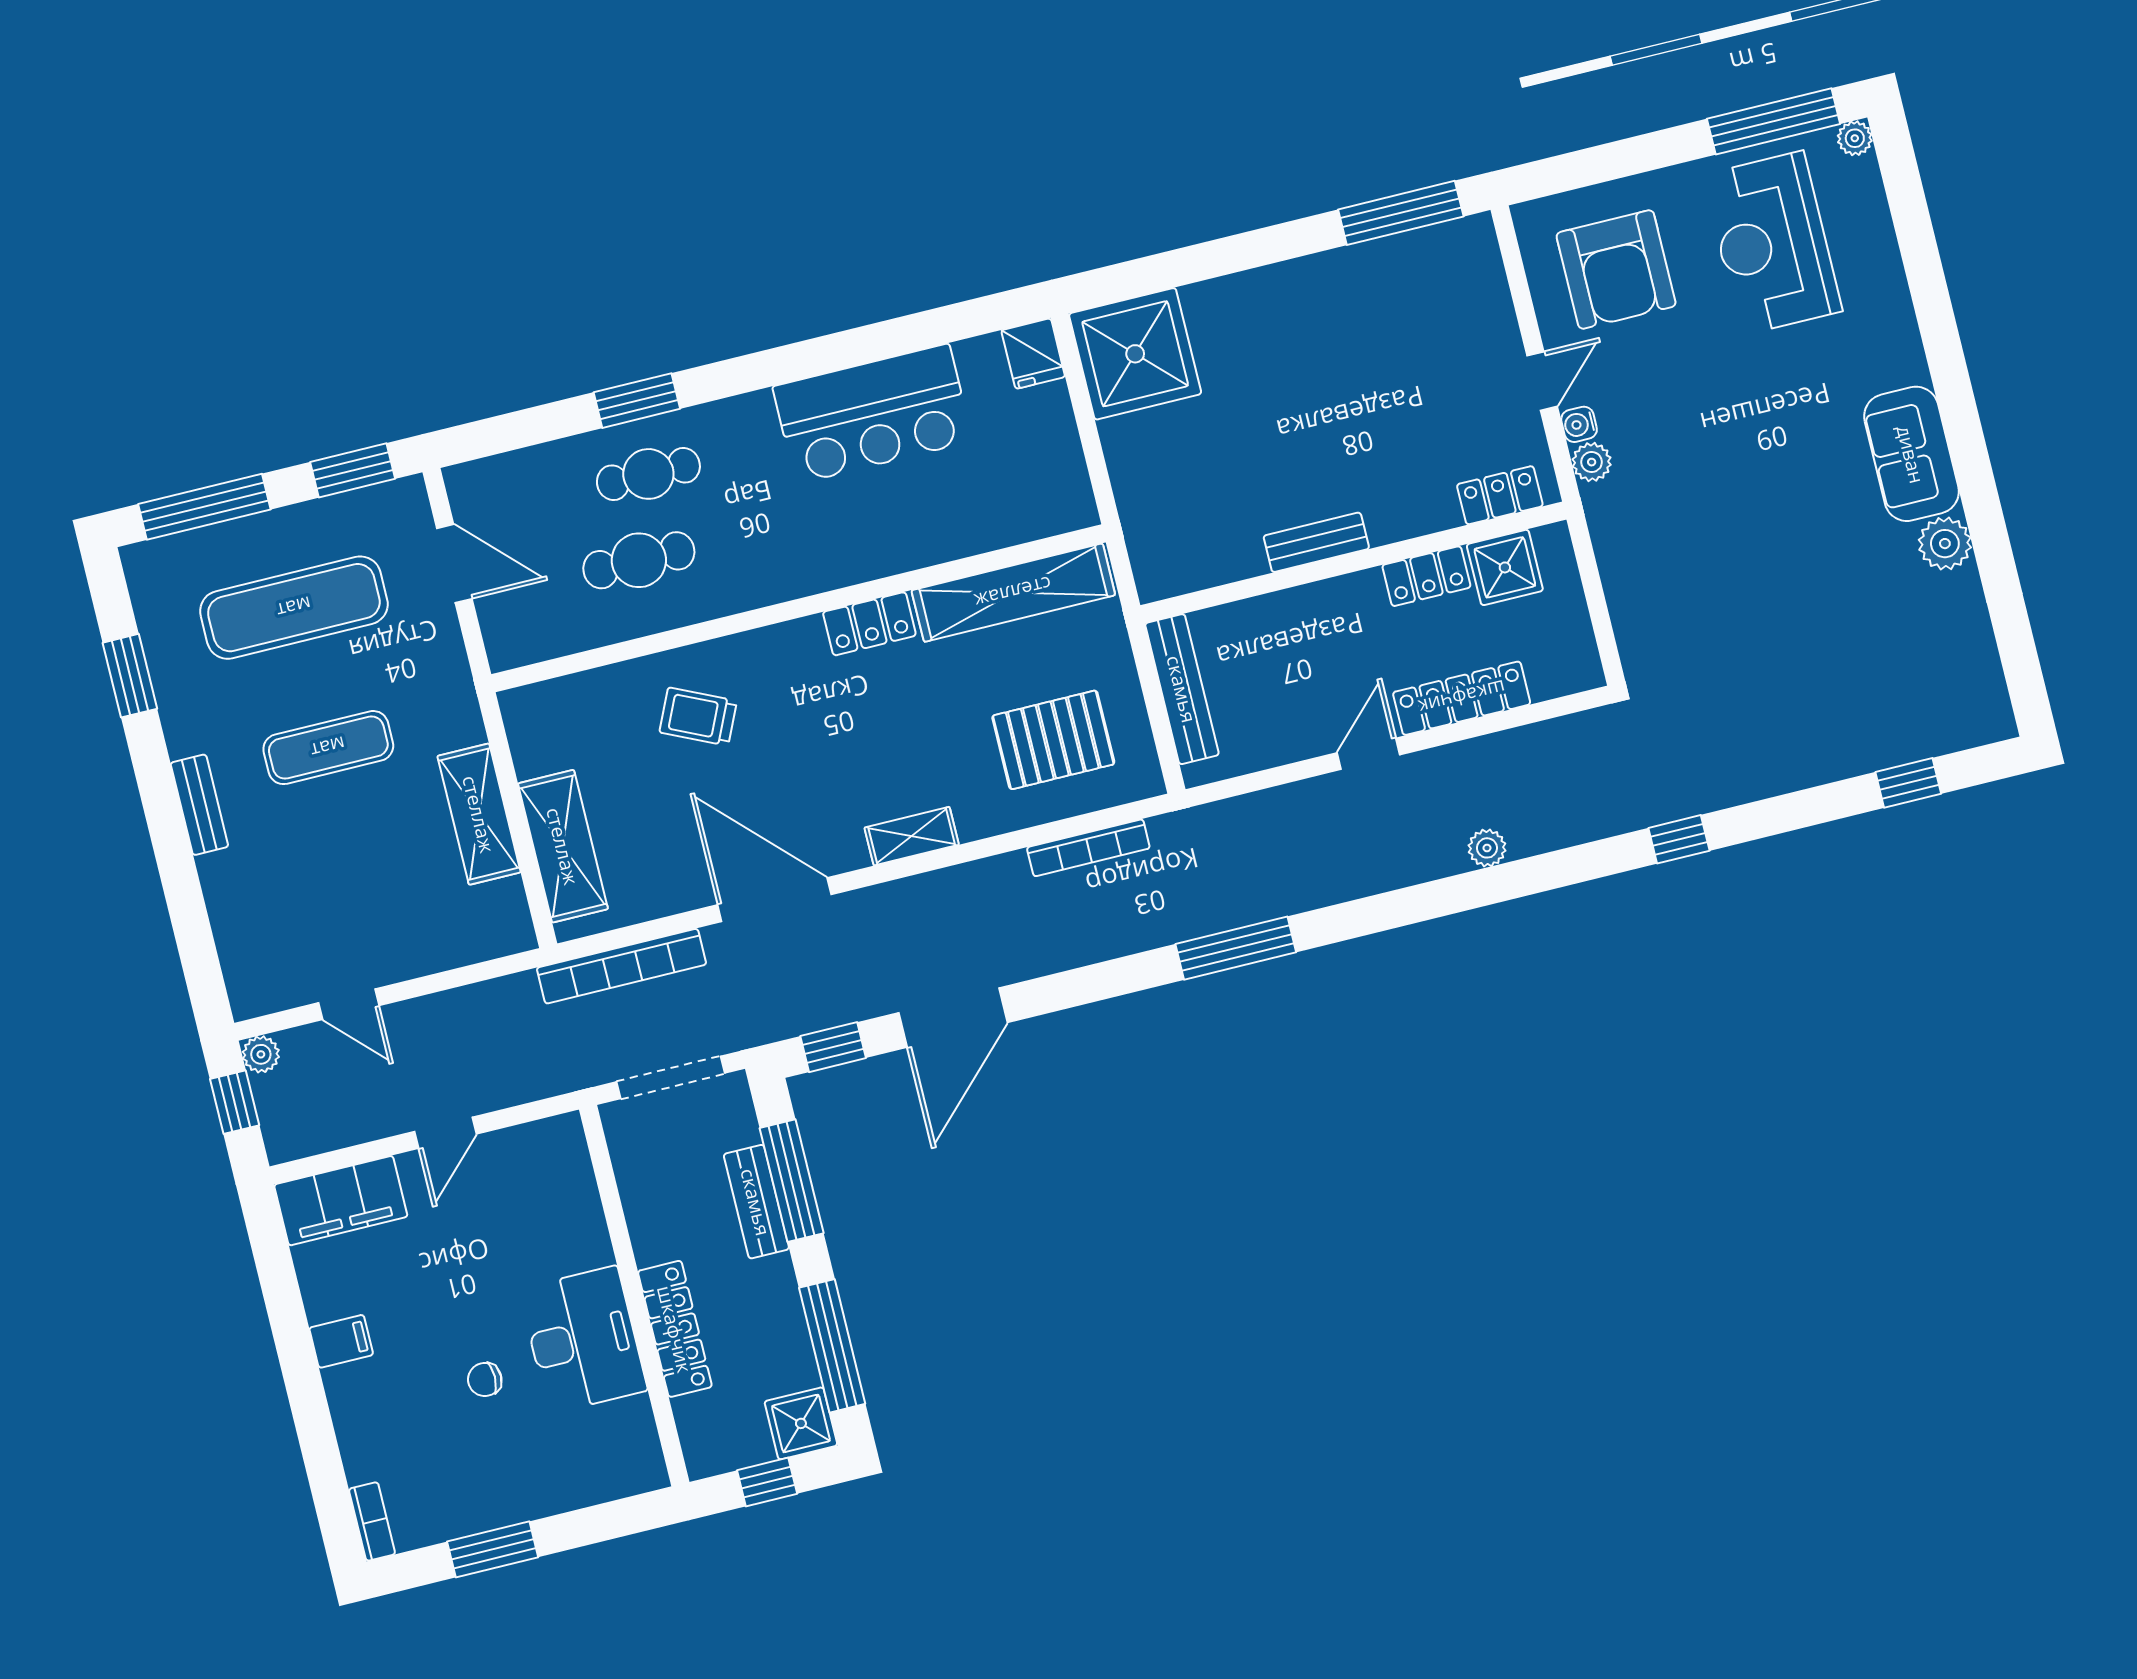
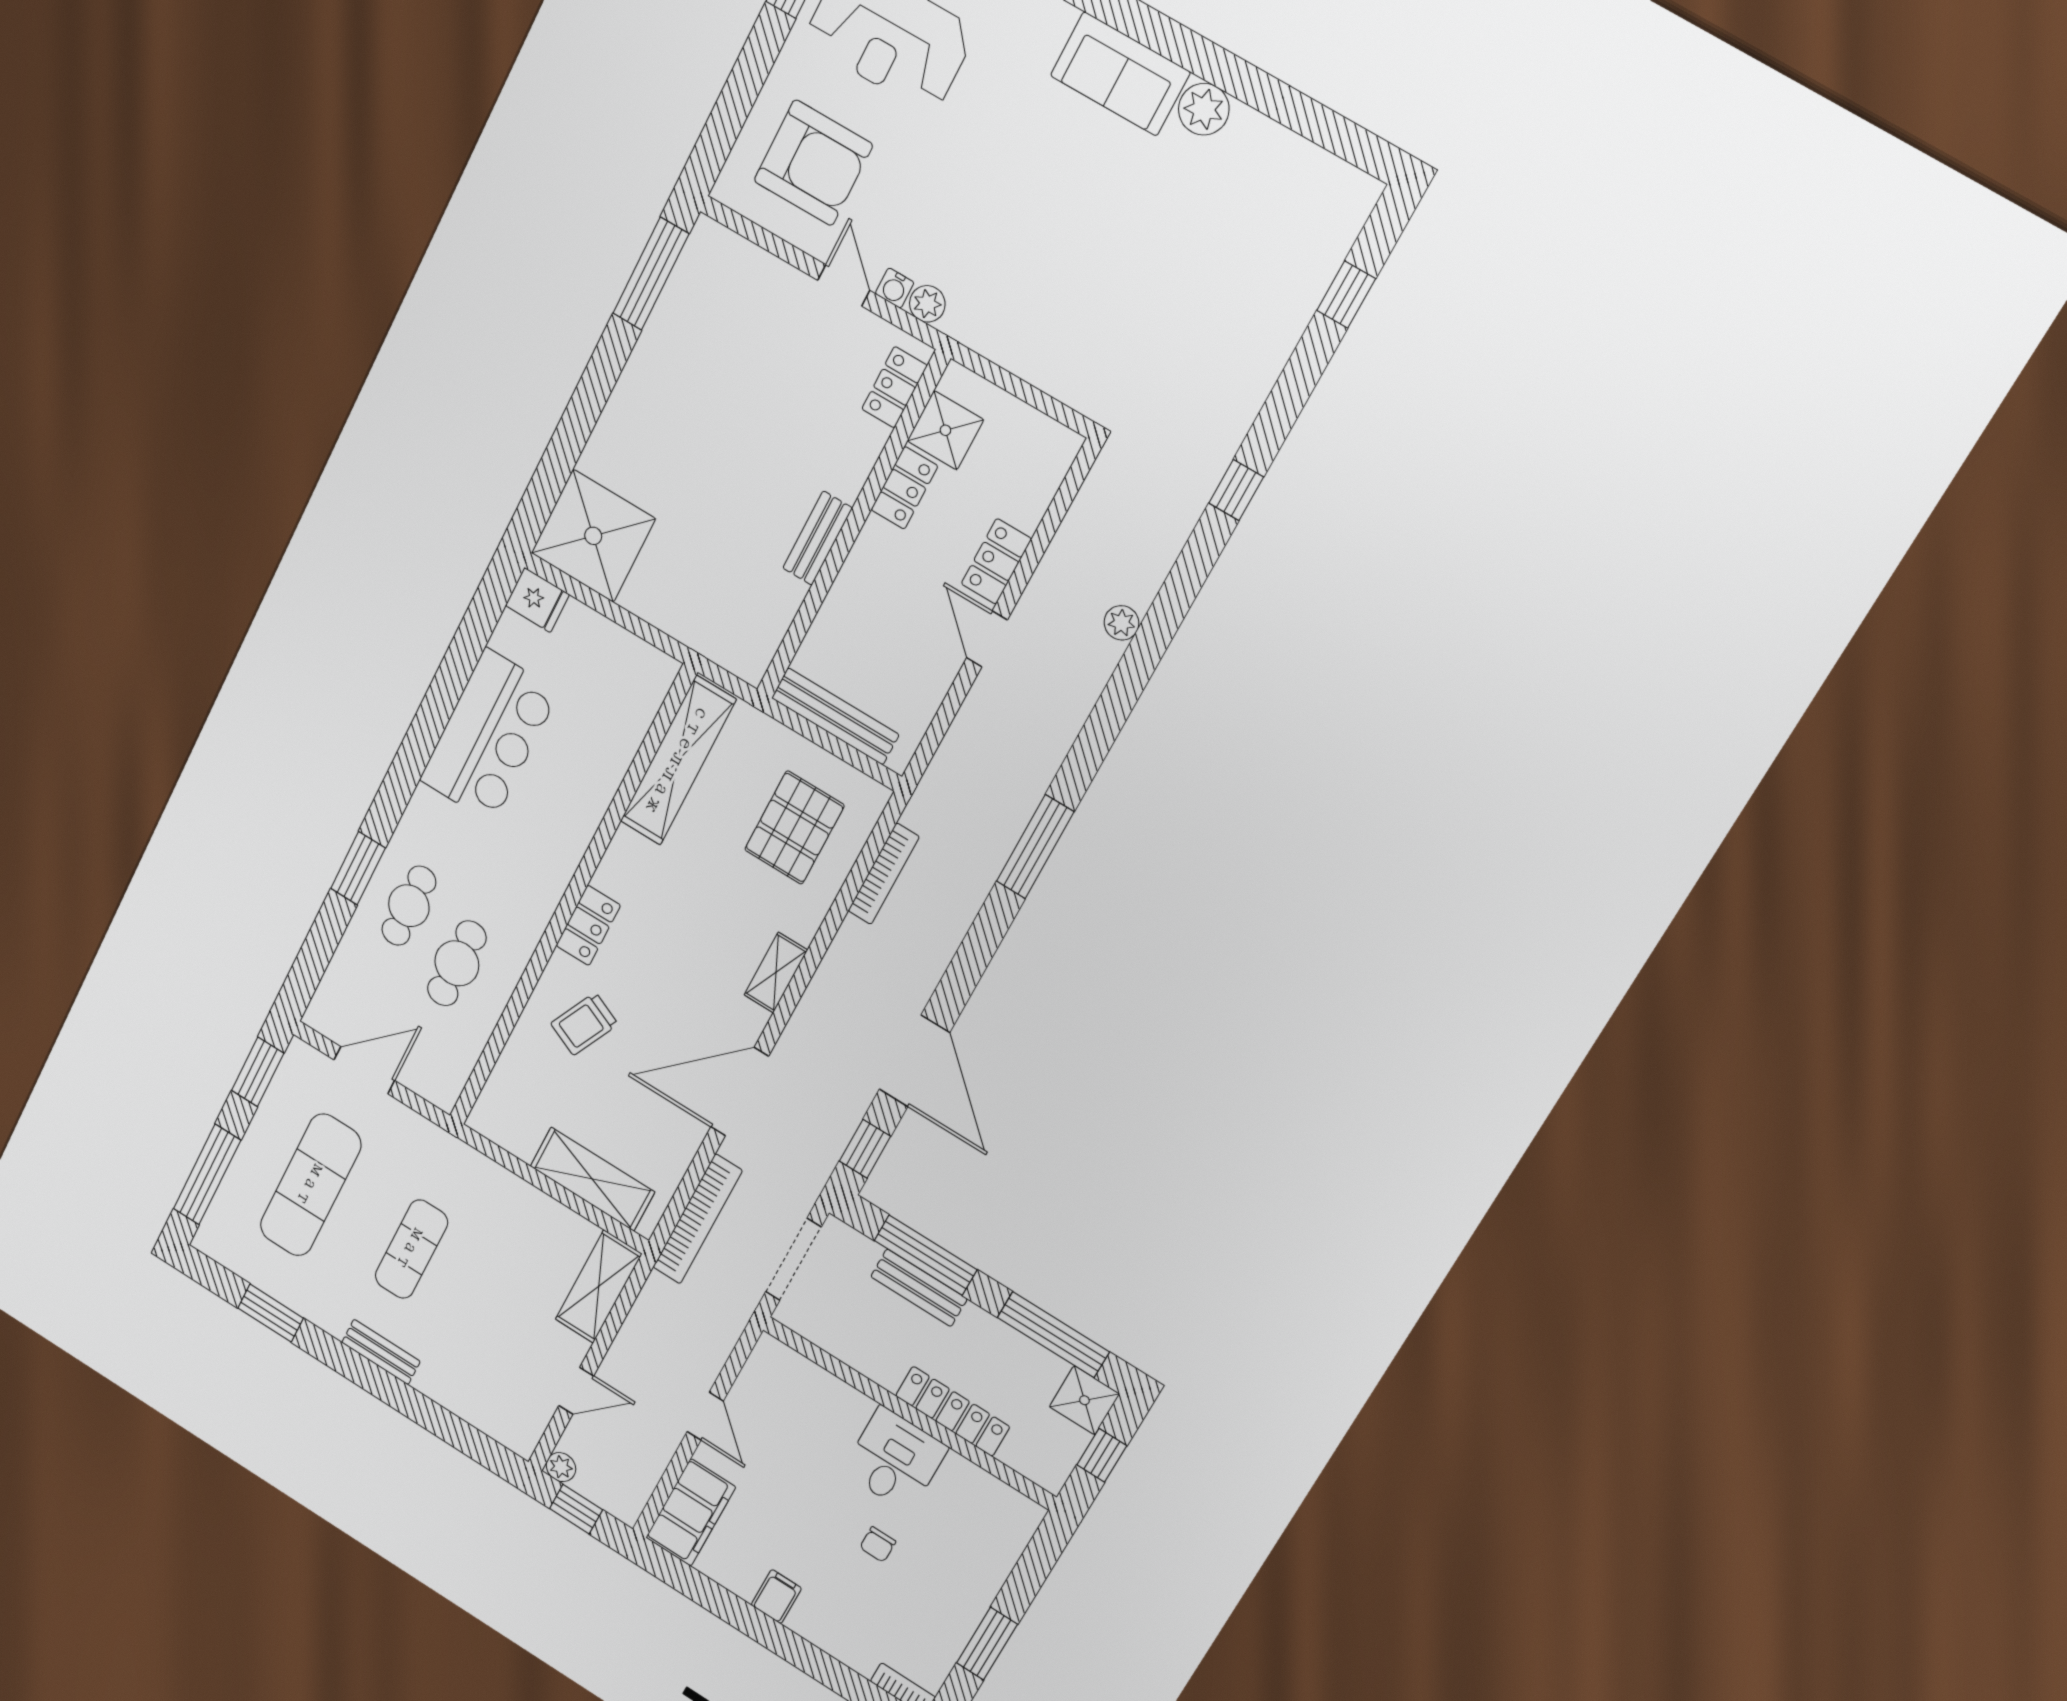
locker: (869, 624) -> (588, 925), moved
locker: (1462, 698) -> (996, 561), width x0.66
shelving: (479, 814) -> (599, 1287), moved, turned 90
desk: (583, 1340) -> (895, 1460), width x0.73

